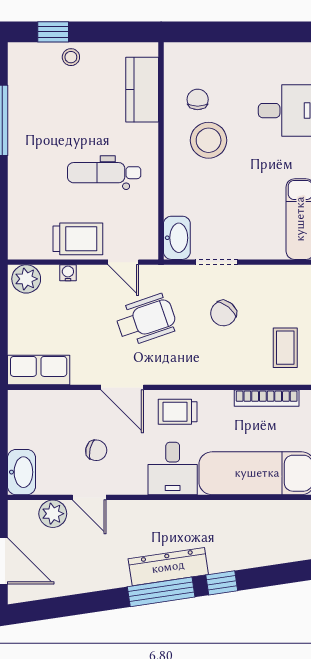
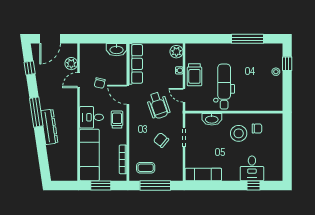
kitchen counter: (142, 90) -> (261, 104), removed
dental chair: (104, 173) -> (224, 87), width x1.36, depth x1.38
washbasin: (177, 238) -> (212, 119), moved
door: (123, 262) -> (184, 95), hinge flipped
row of seats: (39, 370) -> (136, 64), width x1.48
door: (122, 387) -> (128, 95), hinge flipped
washbasin: (21, 472) -> (117, 50), moved
dresser: (168, 567) -> (49, 127), moved
window: (222, 583) -> (30, 68), moved

